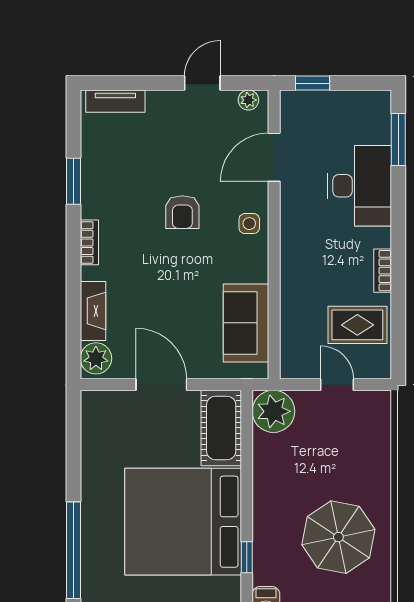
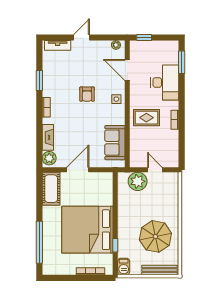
door: (202, 83) -> (82, 38), moved
door: (274, 157) -> (127, 70), hinge flipped
rug: (357, 325) -> (146, 118), moved
door: (161, 385) -> (78, 170), hinge flipped
plant: (273, 411) -> (138, 181), moved
cot: (221, 428) -> (51, 189), moved

